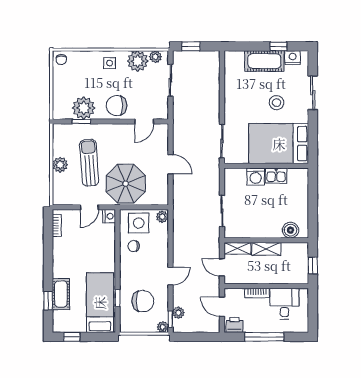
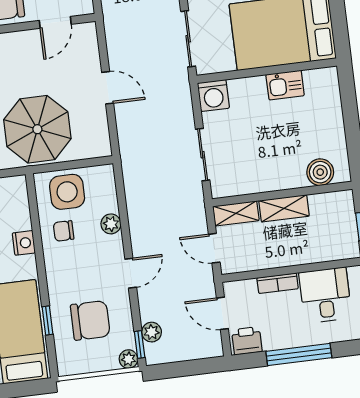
washing machine: (256, 177) -> (213, 96), moved
nightstand: (109, 216) -> (24, 243), moved
plant: (162, 217) -> (111, 224), moved

